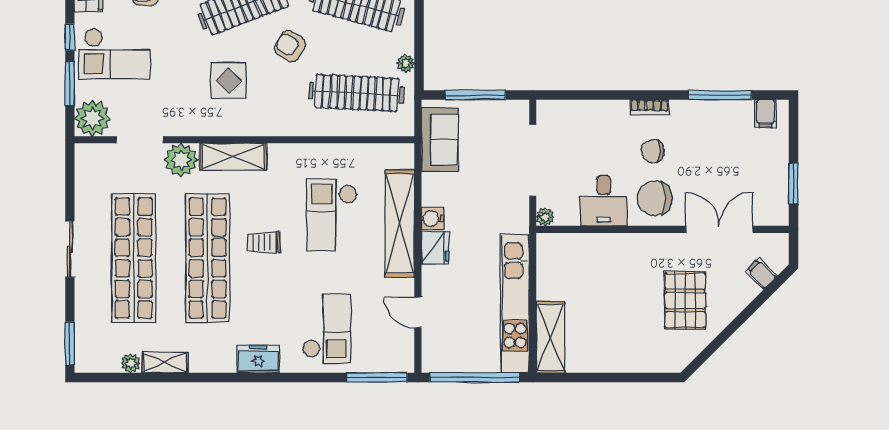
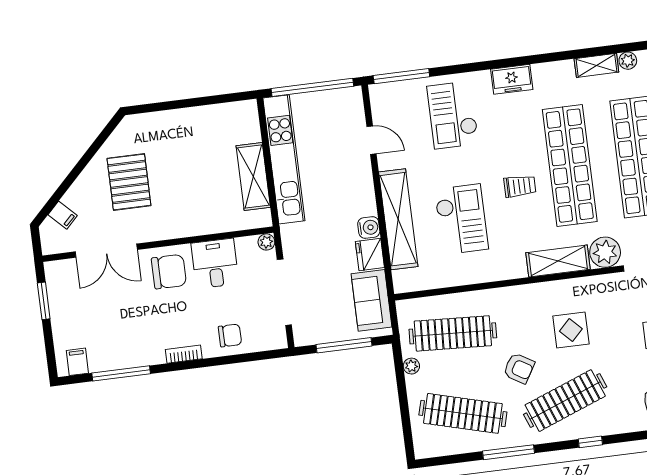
chair: (653, 151) -> (230, 335), moved
fridge: (435, 248) -> (370, 255), moved
shelving: (550, 337) -> (253, 176), moved

